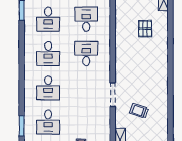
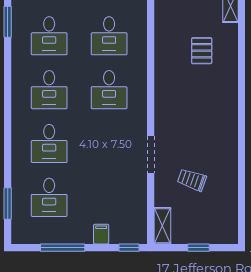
desk: (86, 19) -> (109, 36), turned 180
desk: (86, 53) -> (109, 90), turned 180

